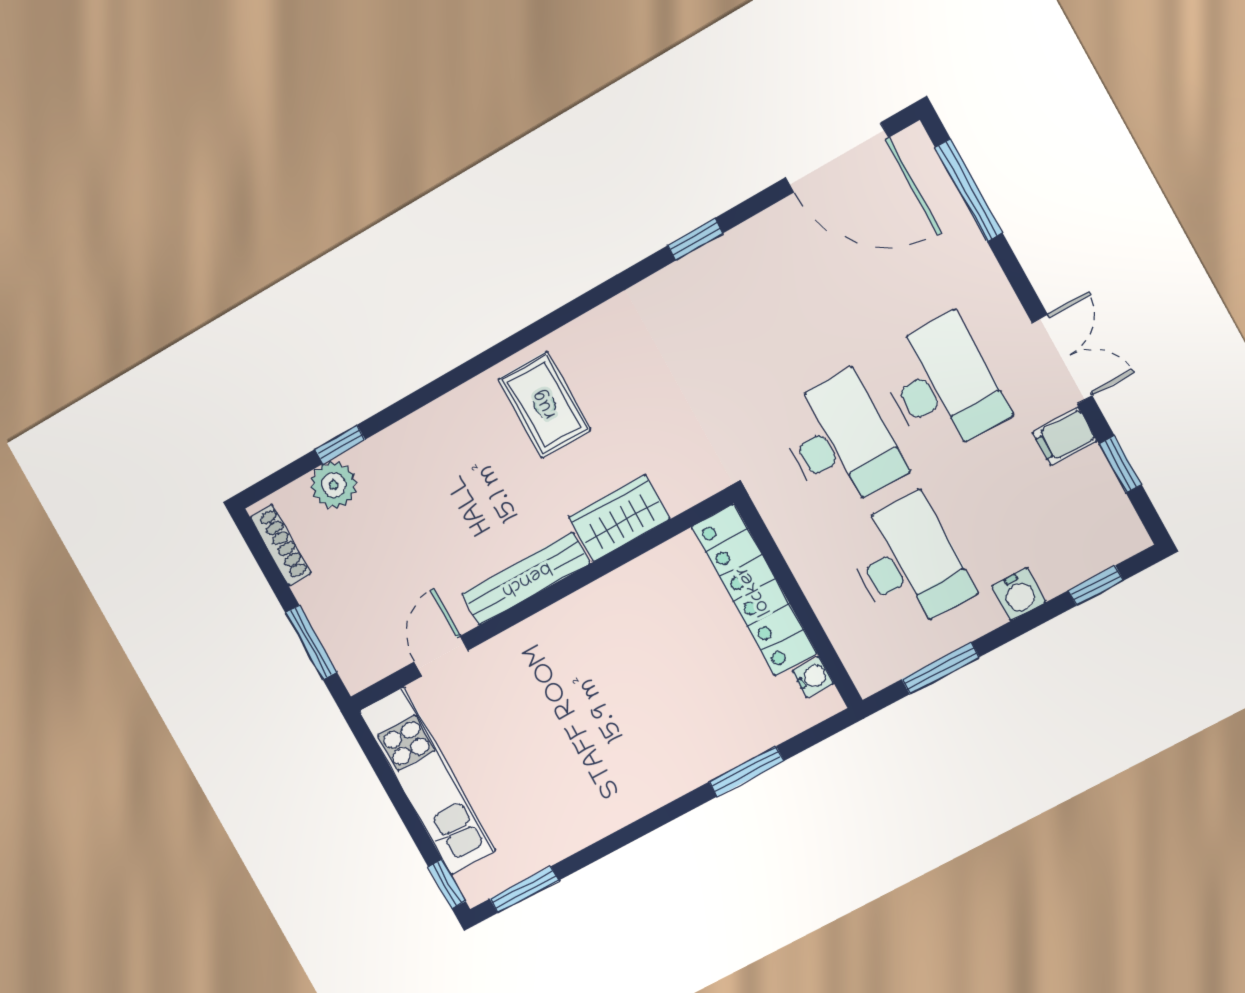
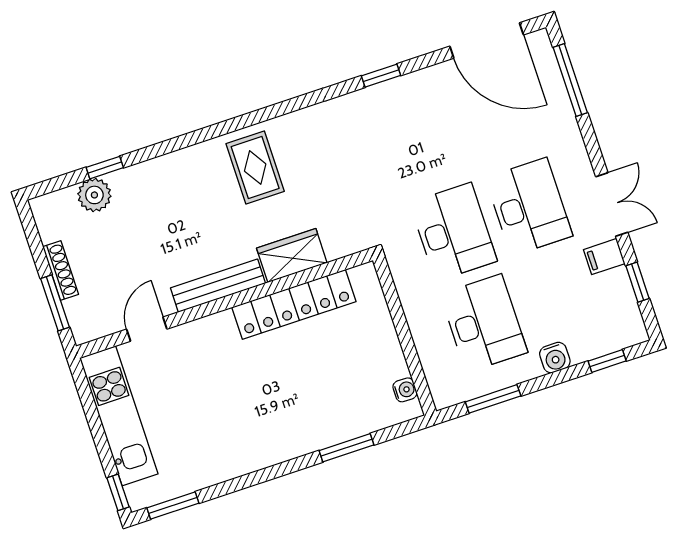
shoe rack: (281, 545) -> (61, 271), moved
locker: (754, 590) -> (294, 304), moved, turned -90

